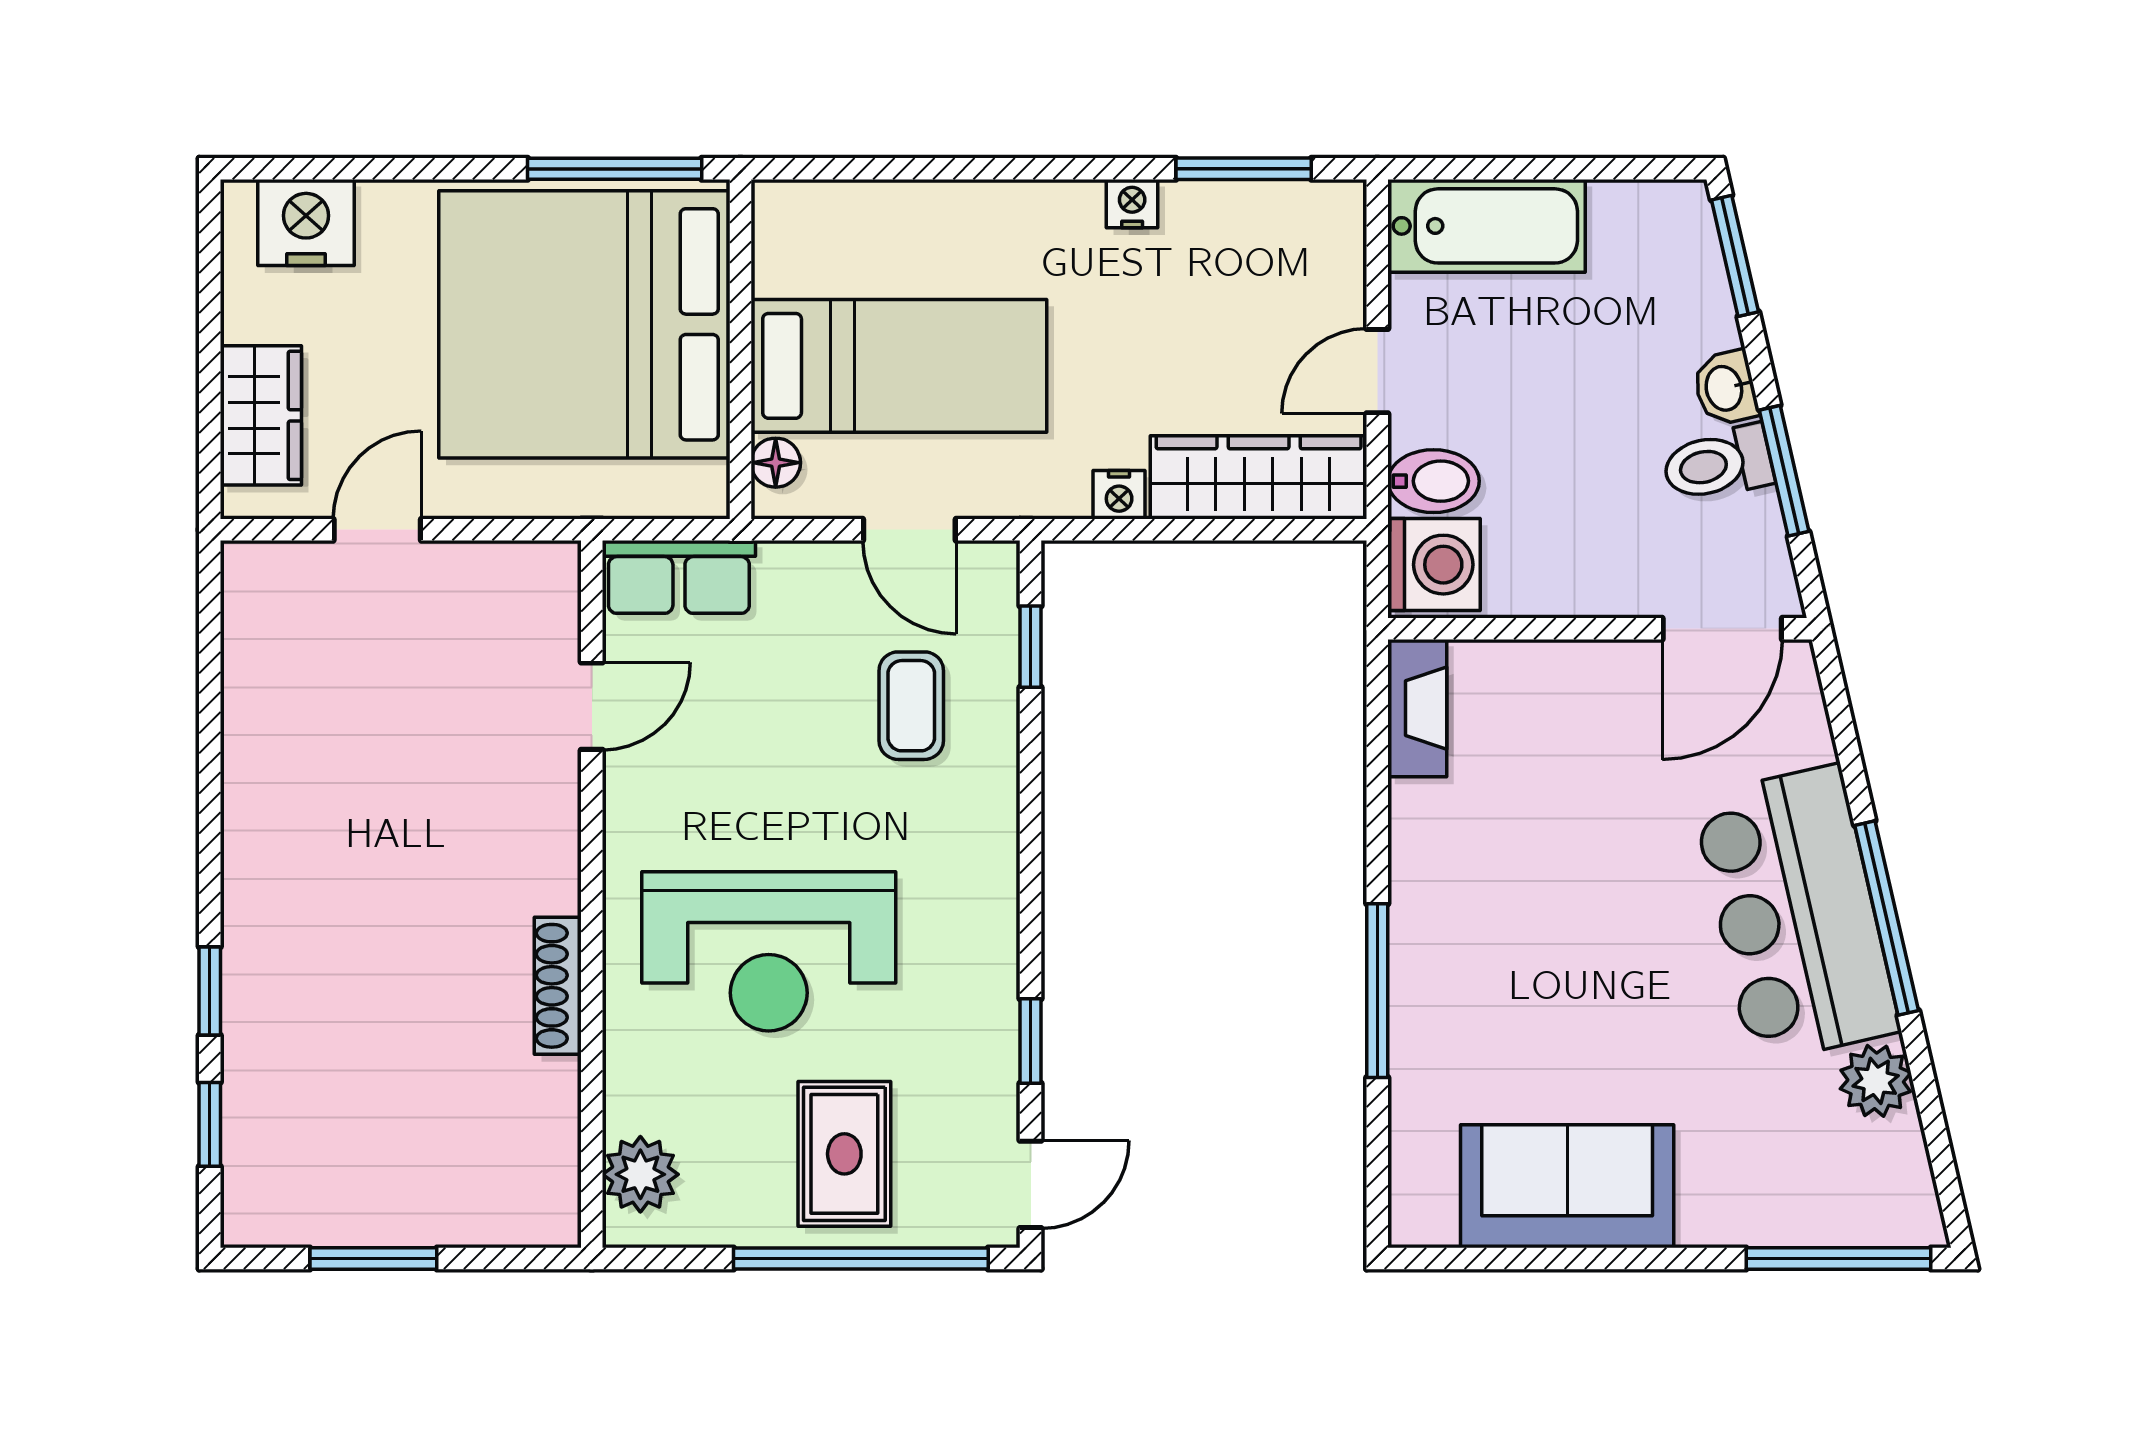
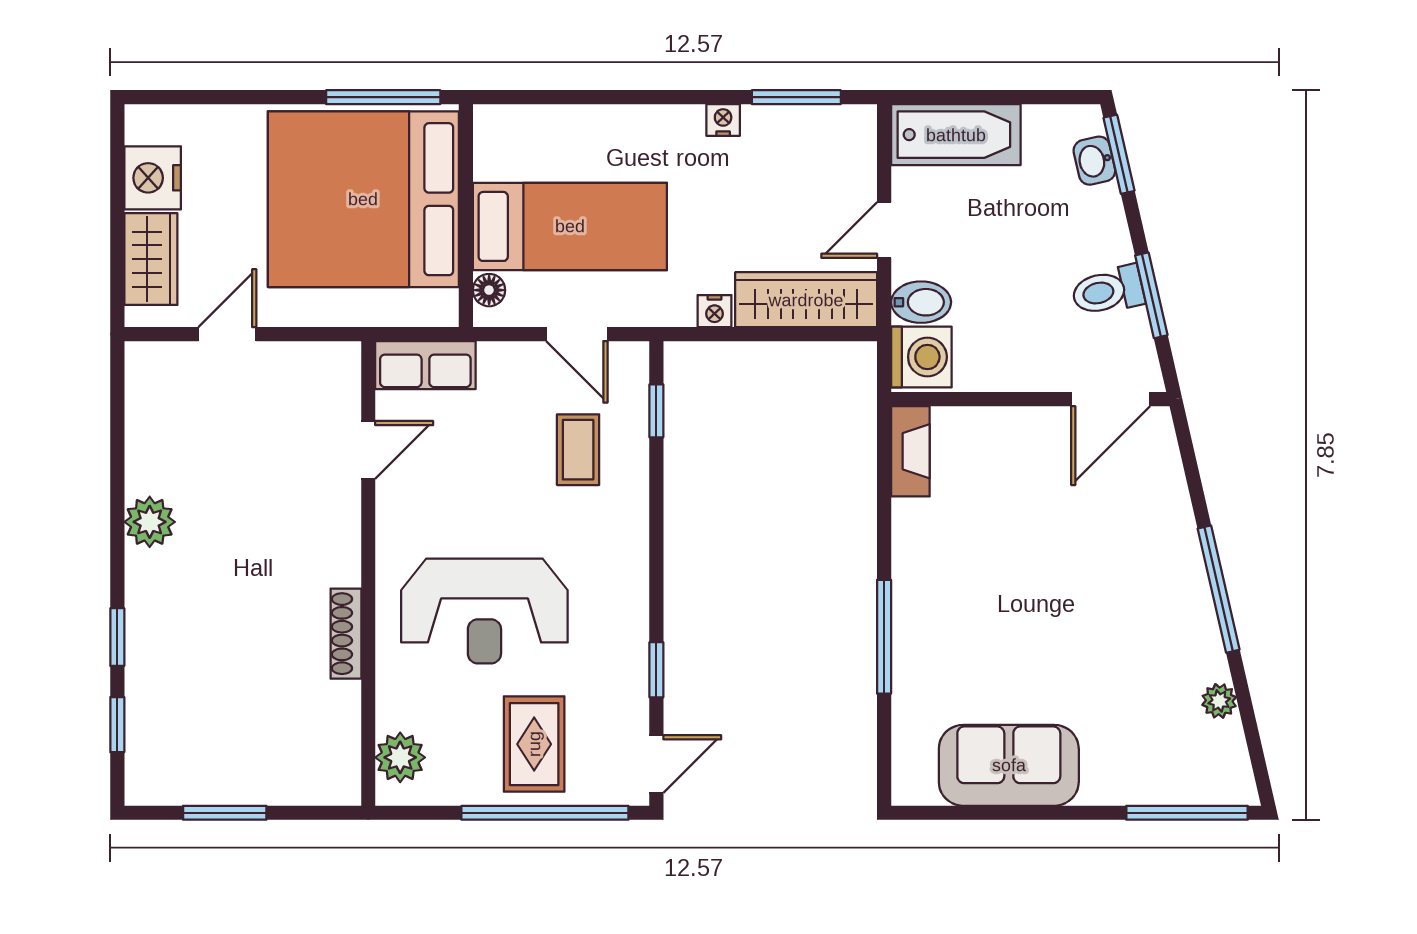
nightstand: (306, 223) -> (153, 178), moved, turned -90
washbasin: (1726, 388) -> (1094, 161), moved
plant: (259, 816) -> (150, 522), added
bar counter: (1796, 914) -> (1159, 587), removed
plant: (1876, 1081) -> (1219, 701), width x0.73, depth x0.73

